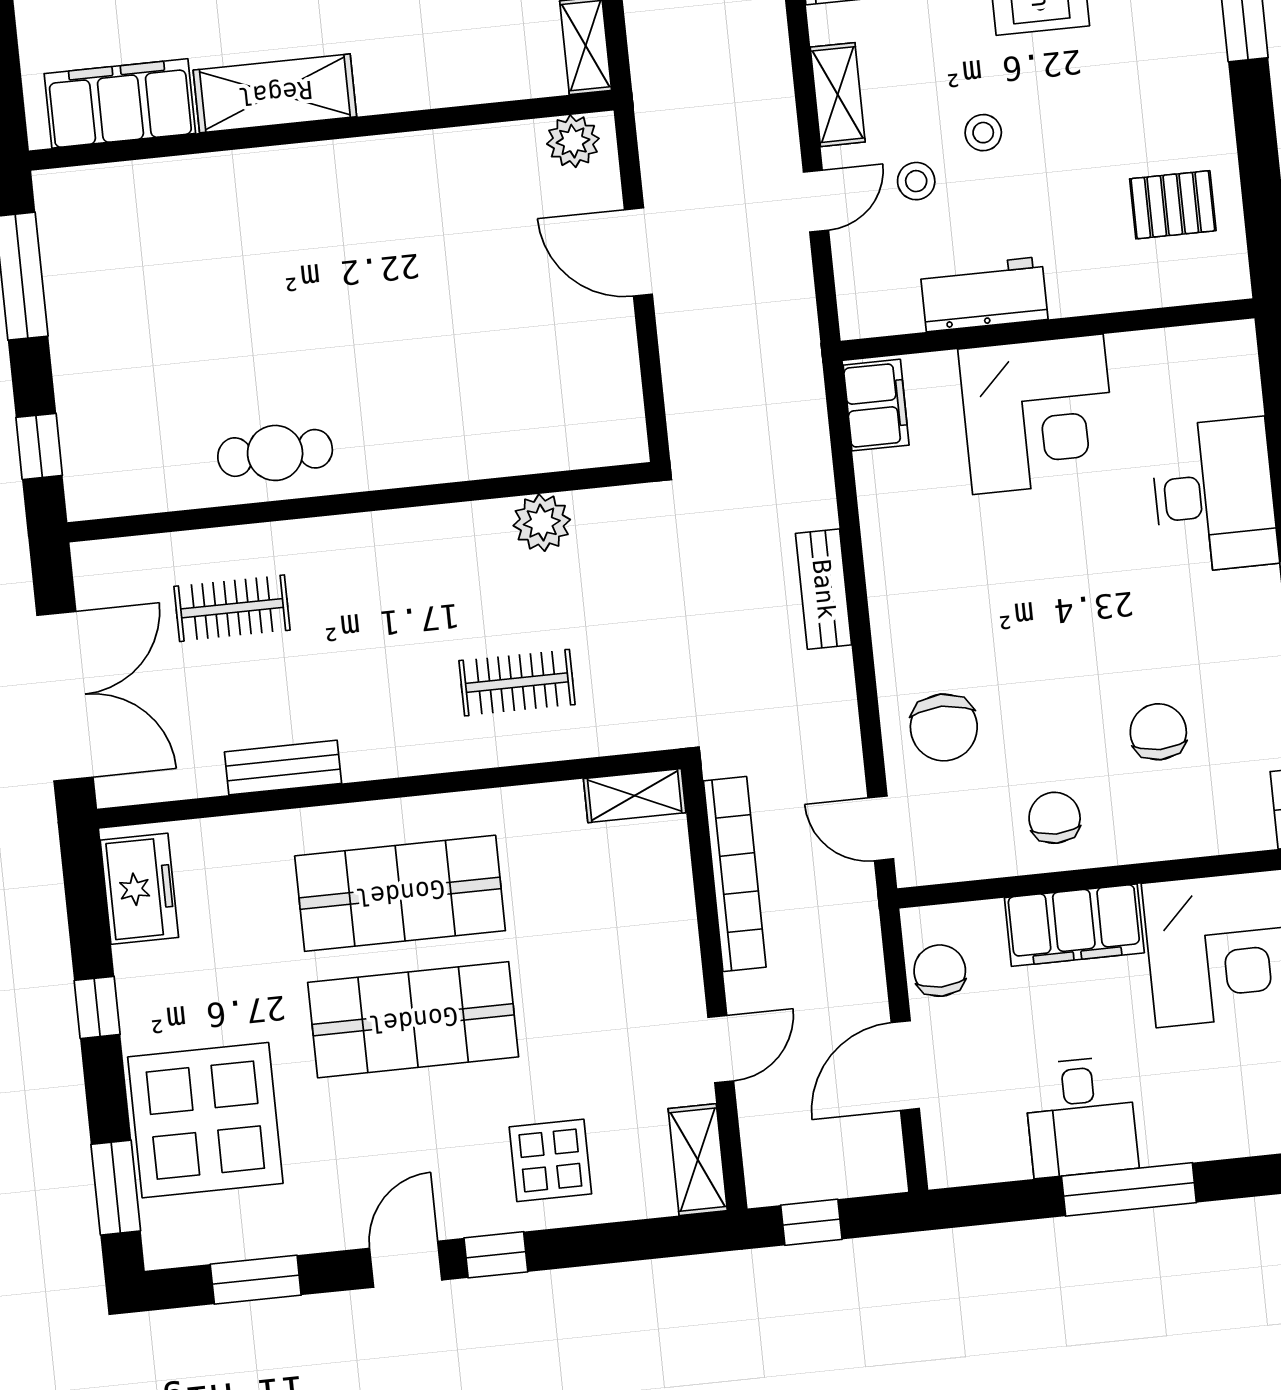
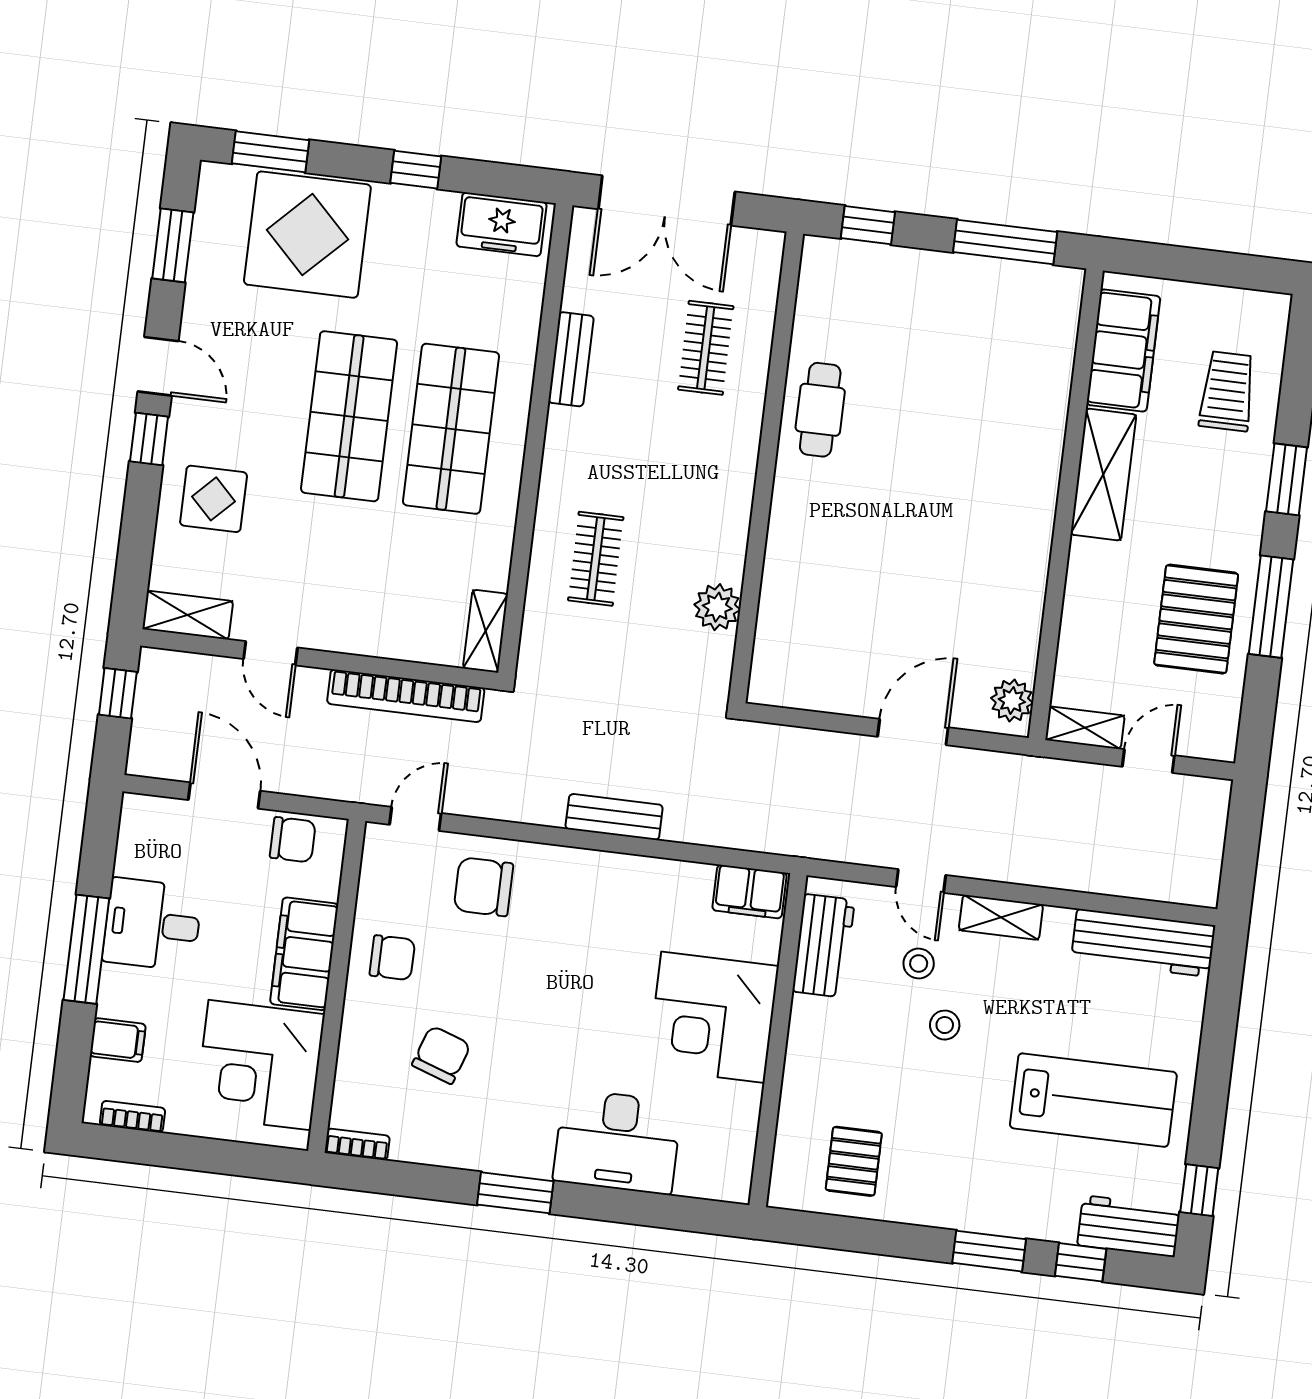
workbench: (984, 294) -> (824, 946), moved
chair: (1158, 732) -> (441, 1055), turned -71
filing cabinet: (1230, 1126) -> (118, 1040), added

